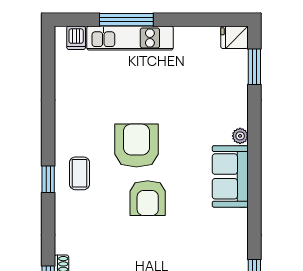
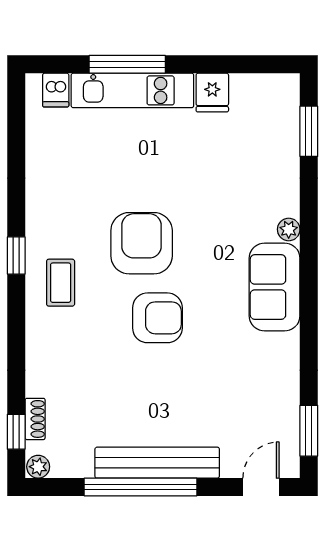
fridge: (234, 37) -> (212, 93), moved, turned -90
window: (48, 179) -> (16, 256), moved
armchair: (148, 198) -> (157, 318), turned -90

